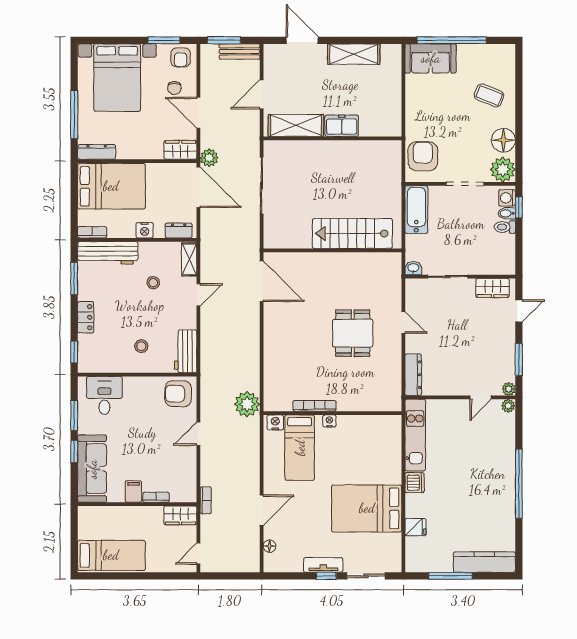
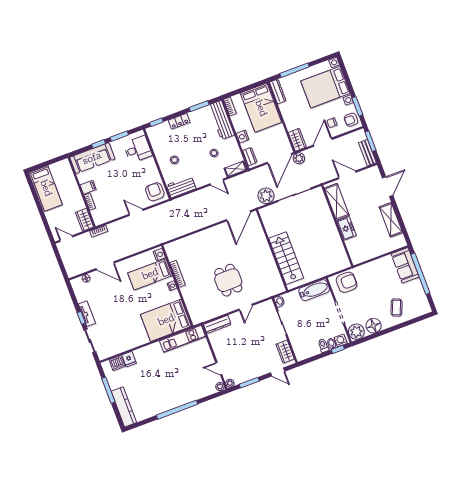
dining table: (353, 333) -> (228, 280), turned 90
plant: (247, 404) -> (266, 196), moved
dishwasher: (415, 483) -> (117, 363), moved
bed: (367, 508) -> (166, 320), moved, turned -90

